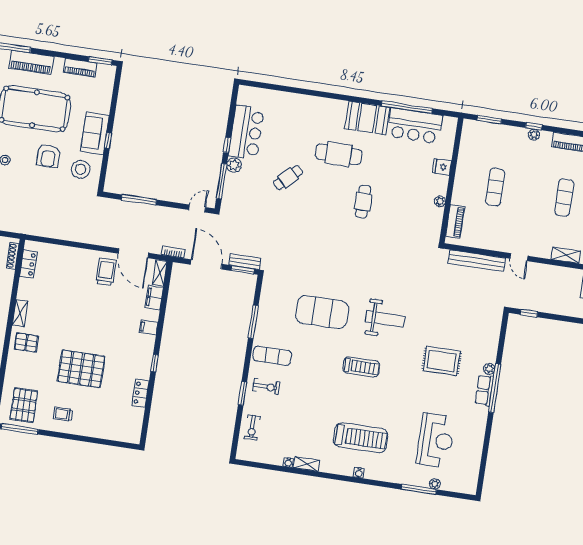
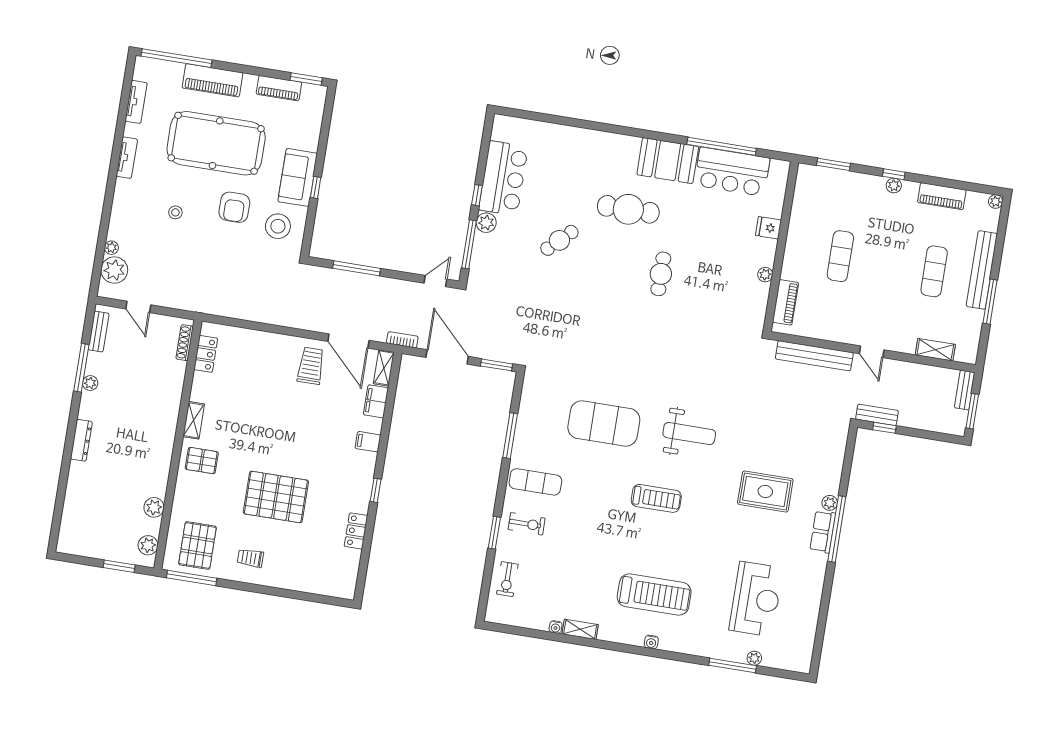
bench: (245, 262) -> (877, 415), moved

